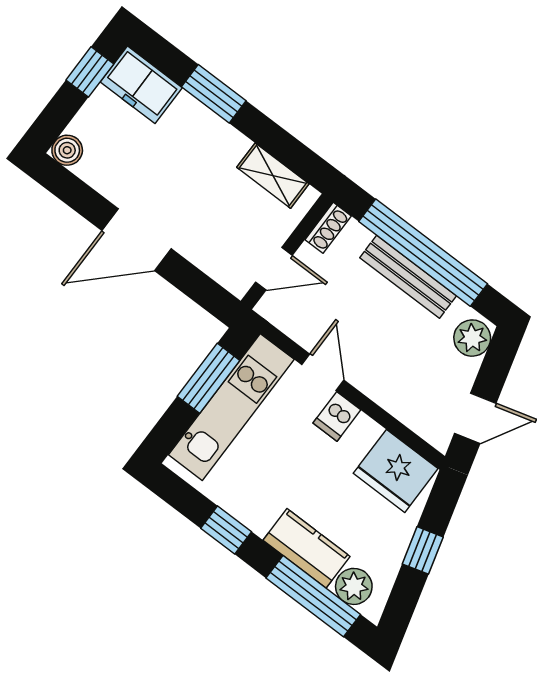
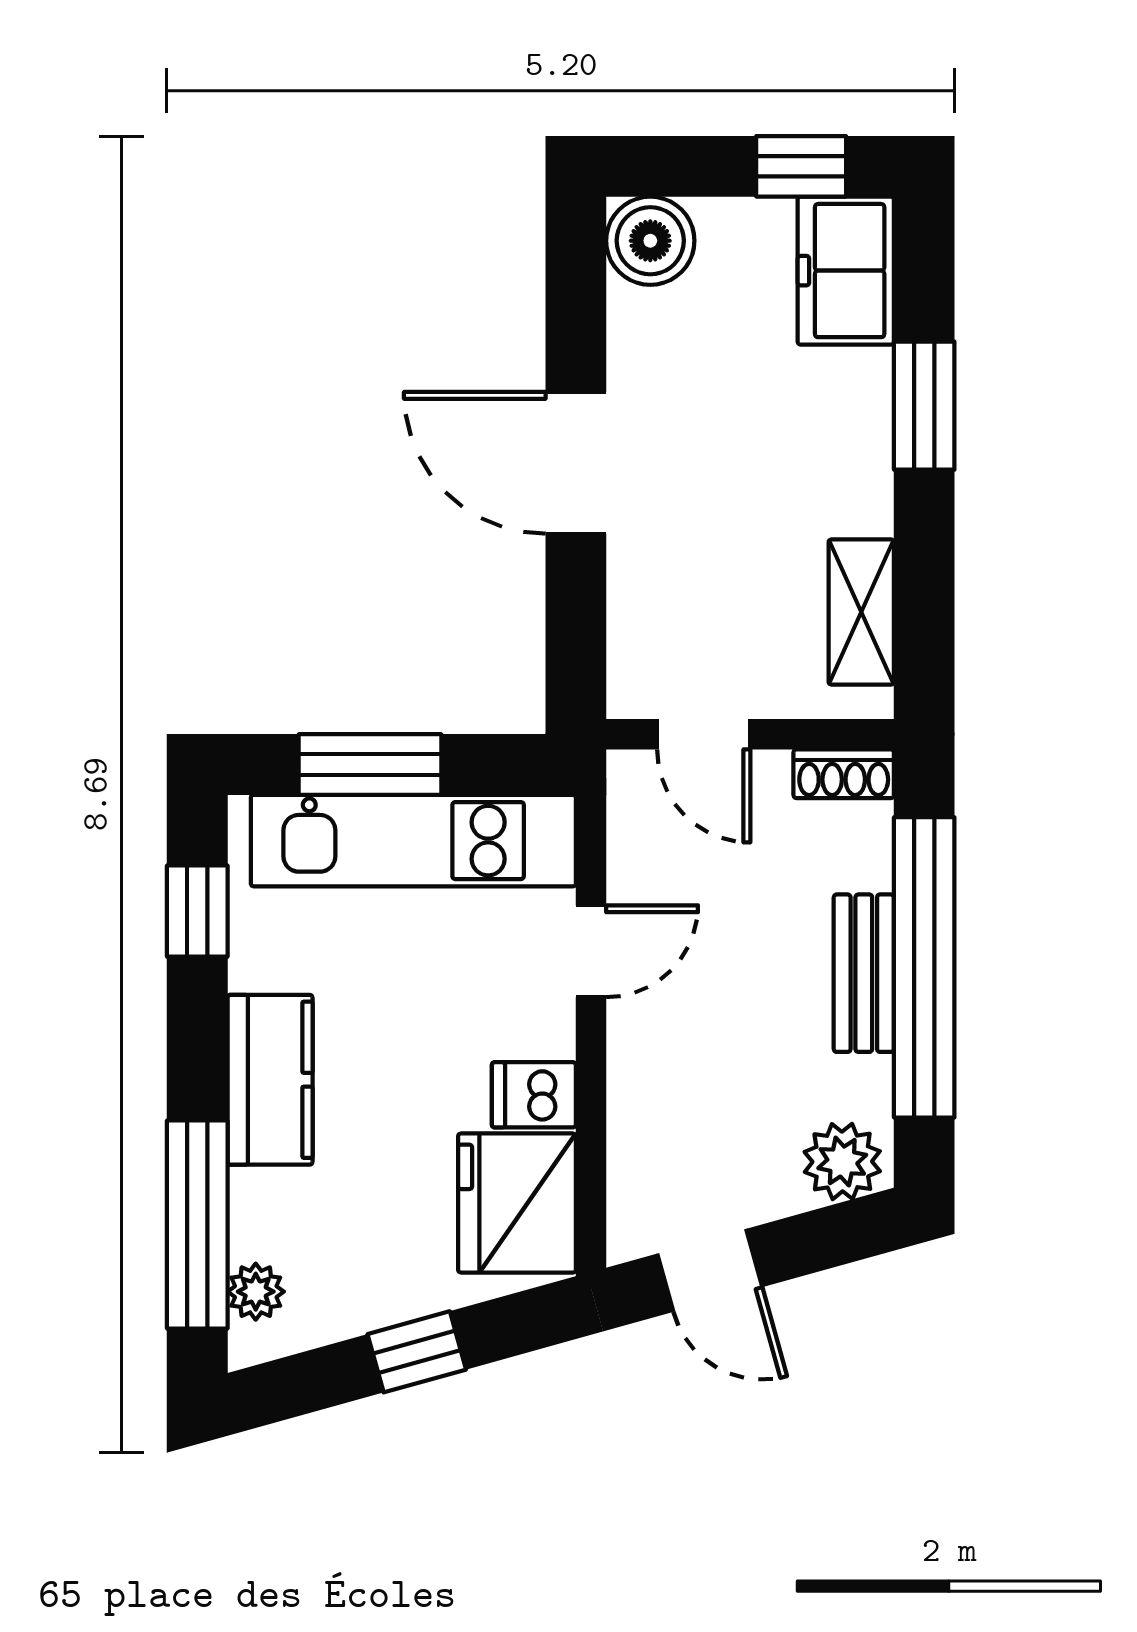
boiler: (67, 150) -> (650, 241), width x1.36, depth x1.36
bench: (408, 277) -> (864, 973), width x0.73
window: (208, 378) -> (370, 764), moved
dishwasher: (337, 416) -> (534, 1095), moved
window: (226, 530) -> (197, 911), moved
kitchen counter: (307, 548) -> (270, 1080), moved
plant: (354, 586) -> (256, 1292), width x0.73, depth x0.73

